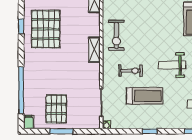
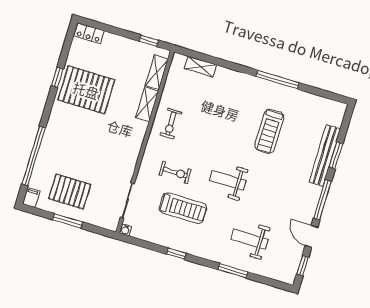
pallet: (46, 29) -> (86, 90), turned 90
exercise bike: (116, 35) -> (171, 124), width x0.73, depth x0.72
shelving: (94, 50) -> (147, 104), moved
pallet: (56, 109) -> (70, 192), turned 90

